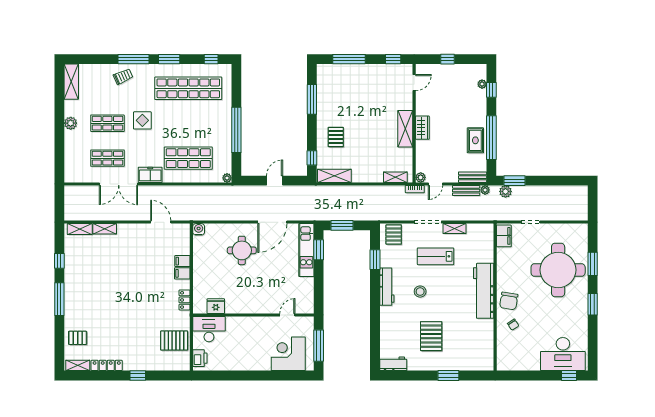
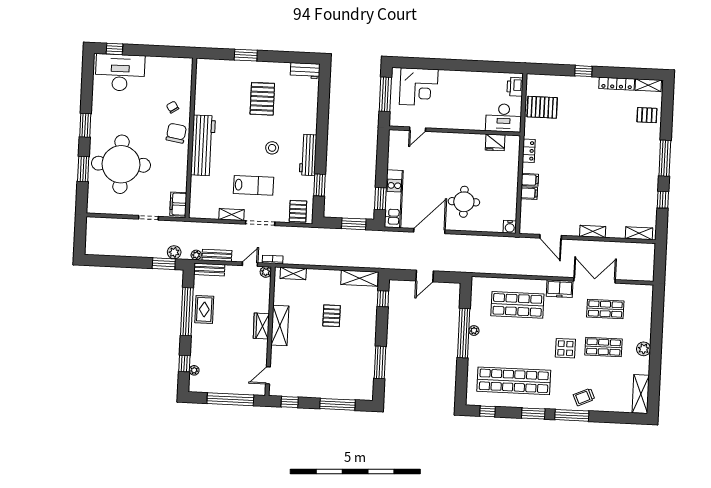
window: (448, 59) -> (230, 399), width x3.17
pallet: (336, 137) -> (332, 316), moved
plant: (227, 178) -> (474, 331), moved
shelving: (105, 229) -> (593, 231), moved

